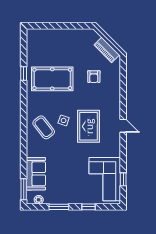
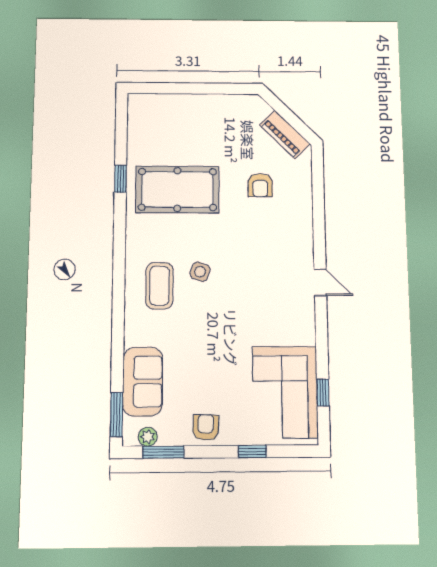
rug: (89, 126) -> (251, 283), removed
coffee table: (44, 127) -> (159, 286), turned 38
armchair: (66, 196) -> (206, 427), added
window: (59, 207) -> (163, 452), moved

